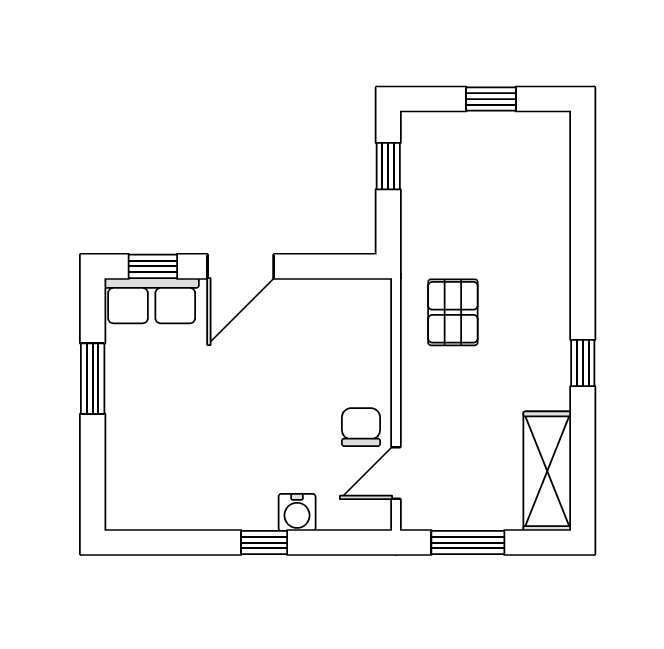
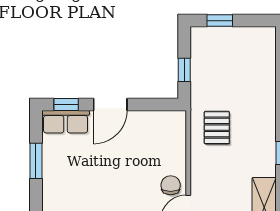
window: (491, 99) -> (220, 21), moved
window: (388, 166) -> (184, 70), moved

